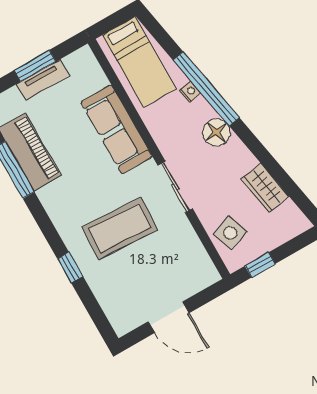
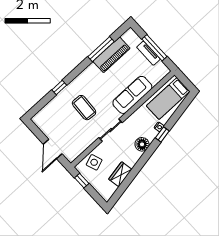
window: (35, 66) -> (154, 48), width x1.44
window: (206, 89) -> (162, 134), width x0.32
coffee table: (120, 228) -> (84, 108), width x0.73, depth x0.76
door: (169, 317) -> (53, 149), moved

